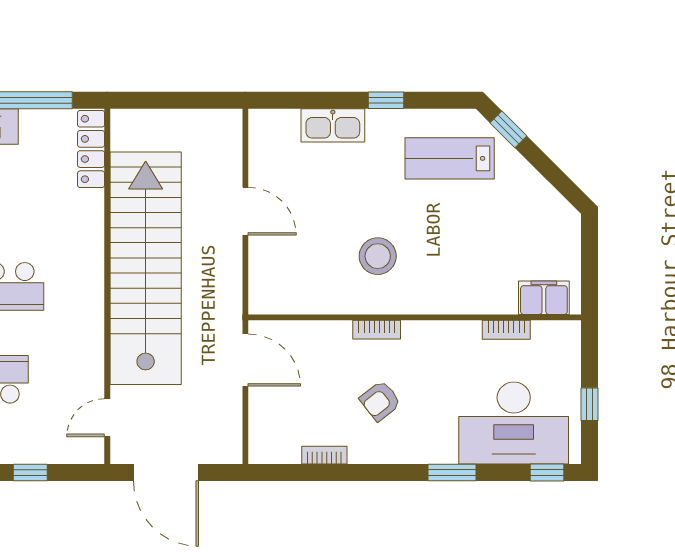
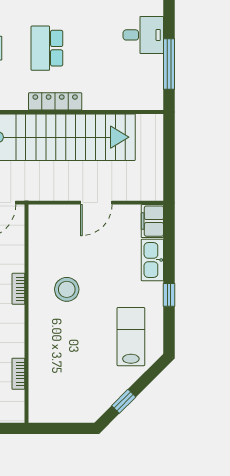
window: (508, 129) -> (124, 401), moved
locker: (91, 149) -> (55, 101), moved
filing cabinet: (544, 298) -> (152, 221), moved, turned 180

